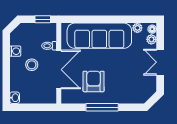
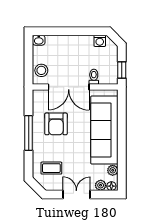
washing machine: (15, 51) -> (100, 41), moved
stool: (32, 65) -> (41, 70), moved
armchair: (94, 81) -> (56, 124), turned 90
coffee table: (135, 86) -> (51, 168), added

